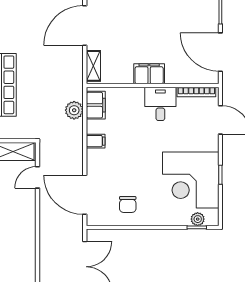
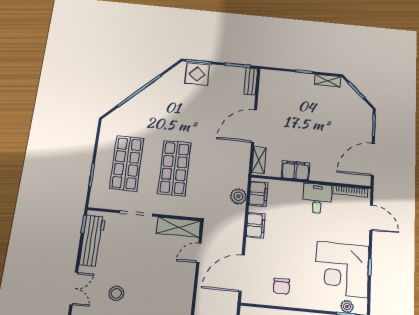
door: (220, 52) -> (373, 159), hinge flipped
filing cabinet: (149, 74) -> (295, 170), moved
filing cabinet: (96, 141) -> (256, 225), width x2.00
door: (85, 195) -> (242, 273), hinge flipped

